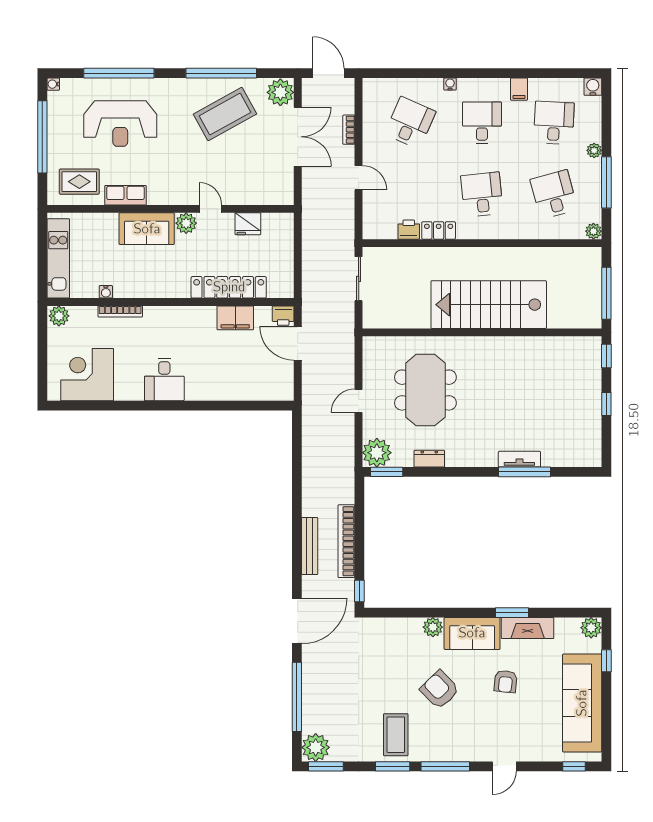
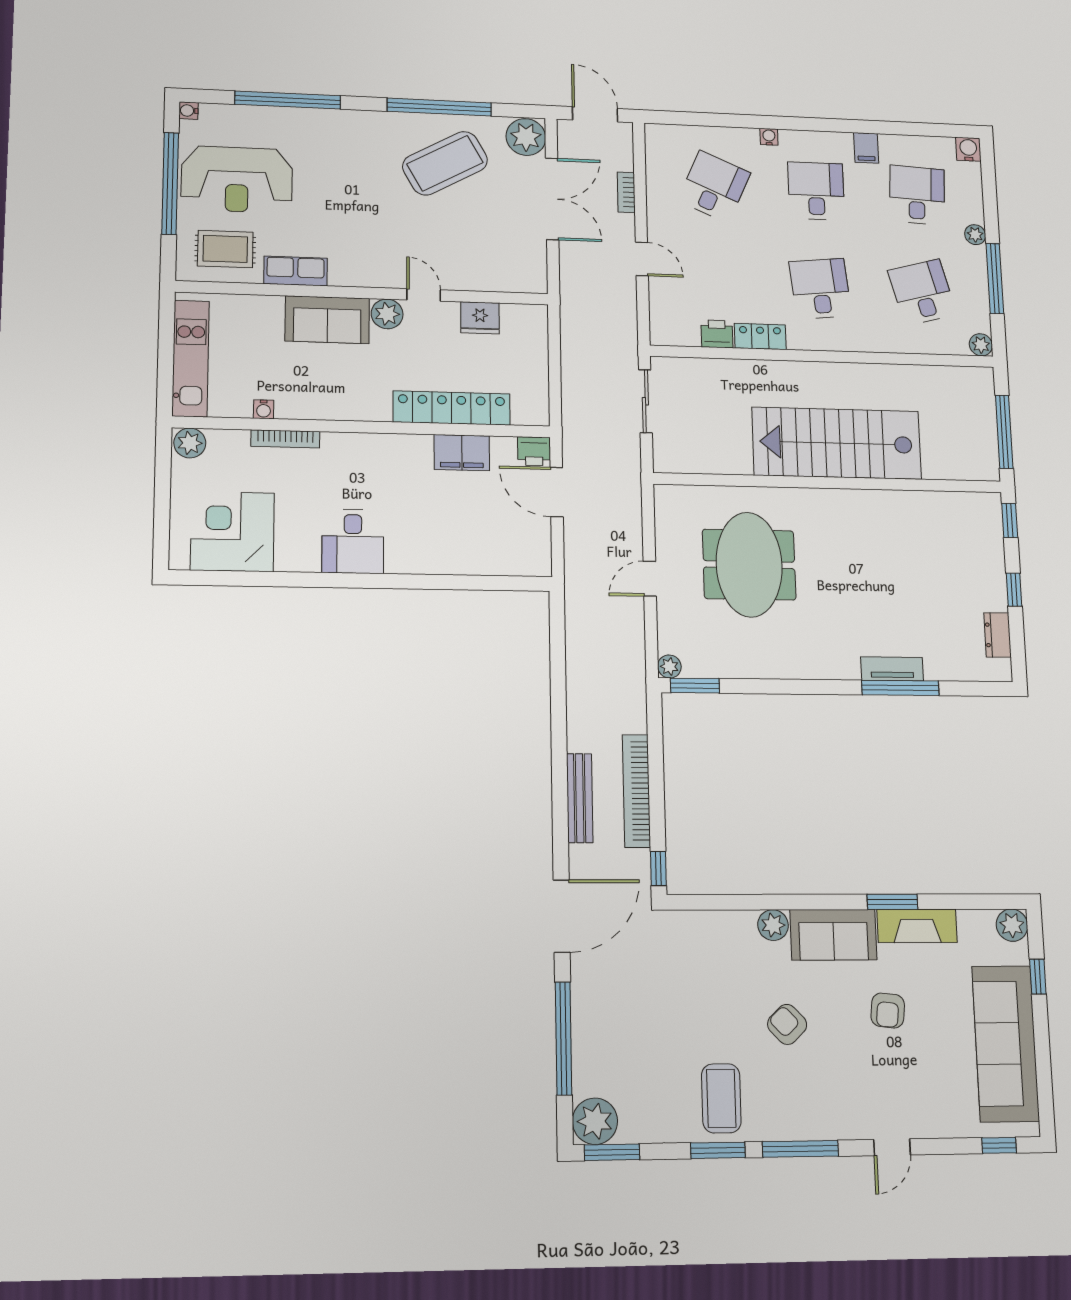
reception desk: (120, 124) -> (237, 179), moved
plant: (377, 453) -> (669, 666), width x0.53, depth x0.53
dresser: (429, 459) -> (998, 635), moved, turned -90
armchair: (440, 690) -> (787, 1024), width x0.72, depth x0.72

